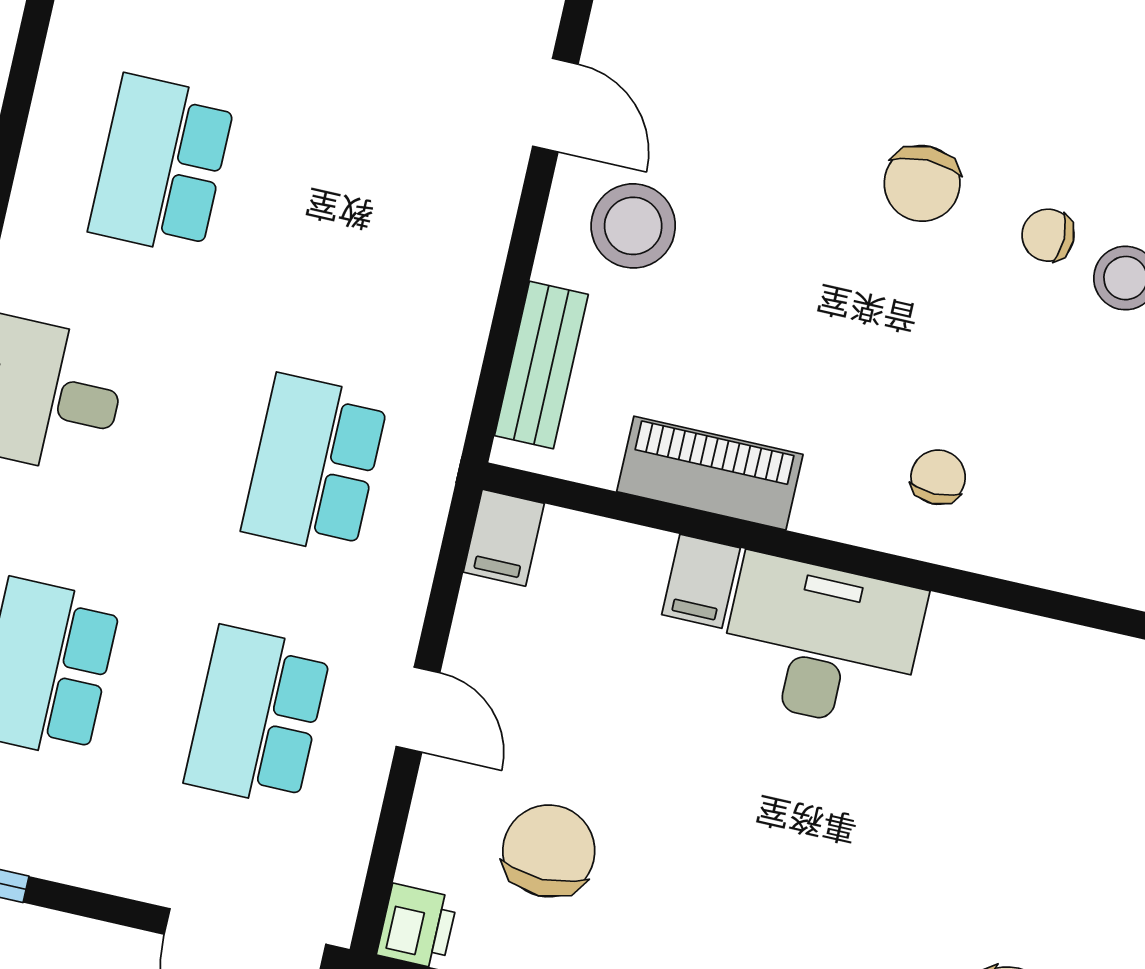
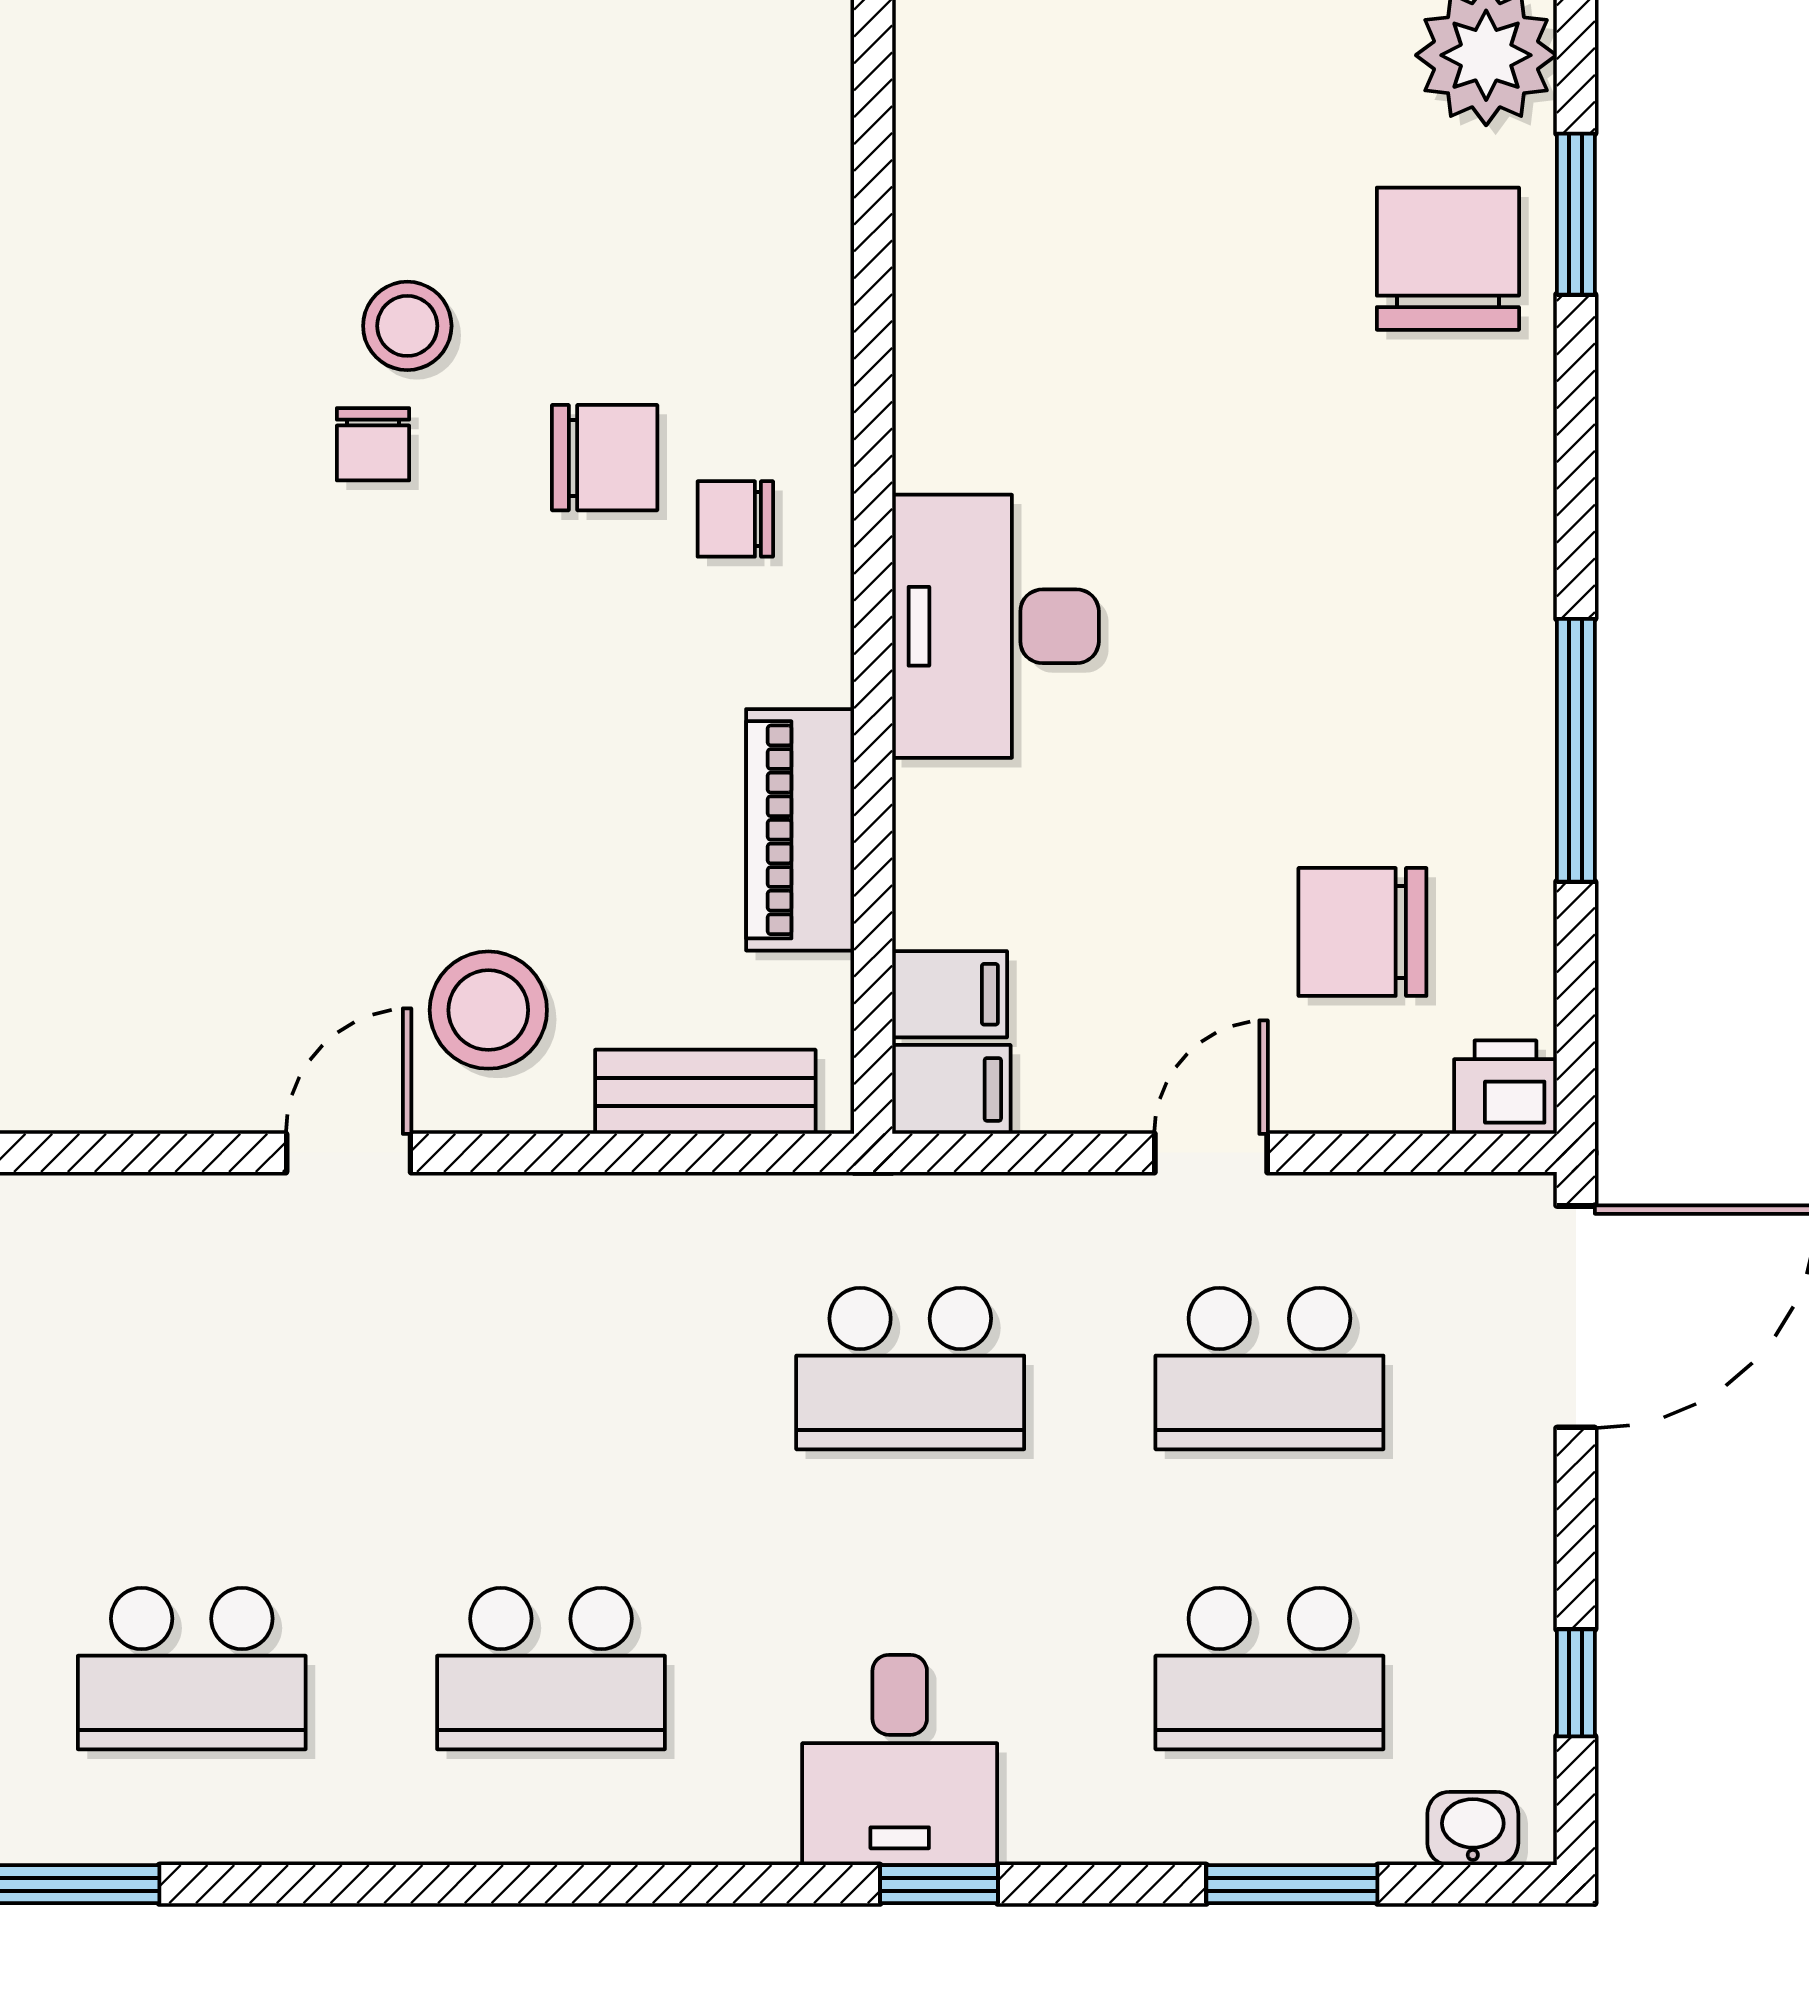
chair: (922, 183) -> (605, 458), moved
filing cabinet: (701, 581) -> (950, 994), moved

